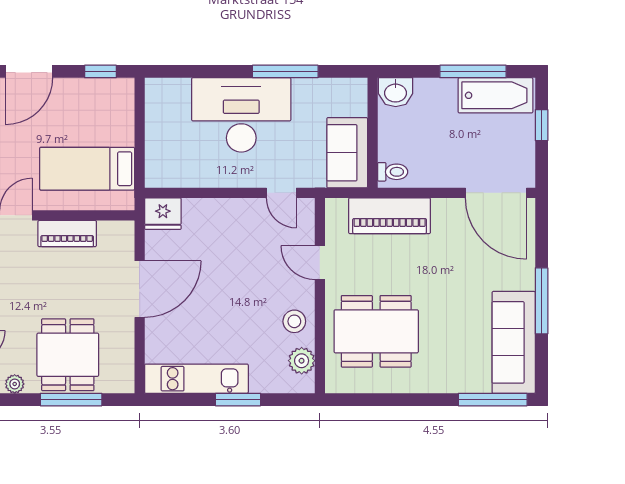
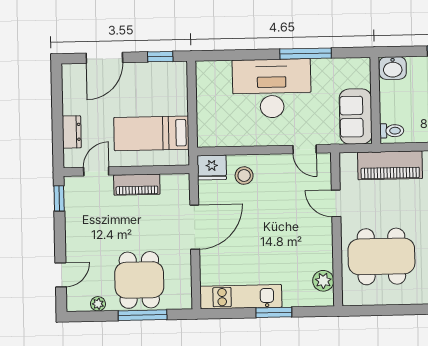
stool: (294, 321) -> (244, 176), moved

